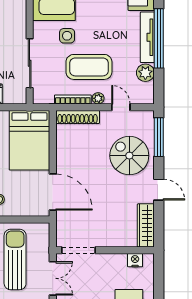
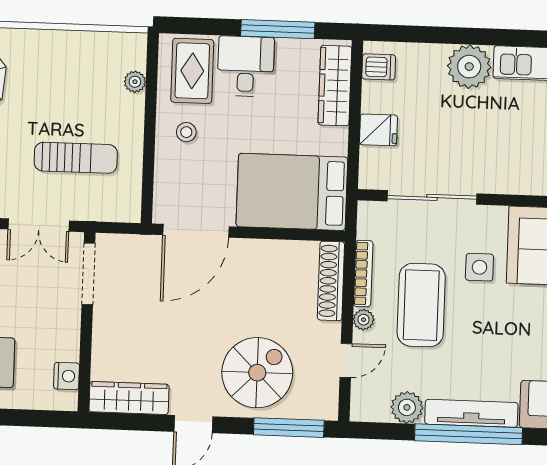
sun lounger: (15, 259) -> (76, 158), width x0.73, depth x0.75

